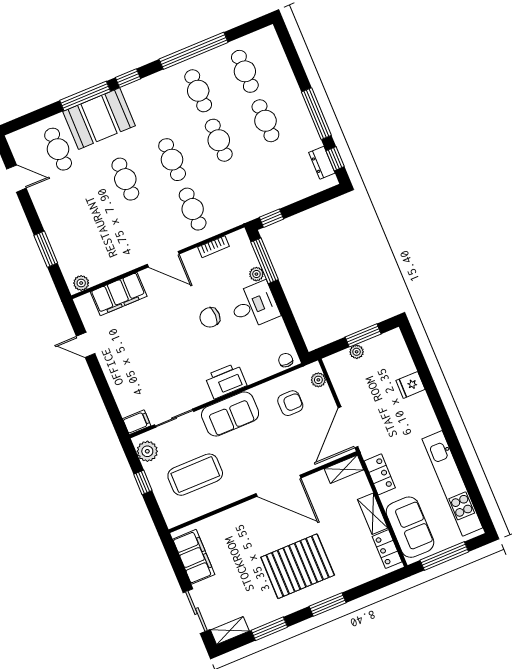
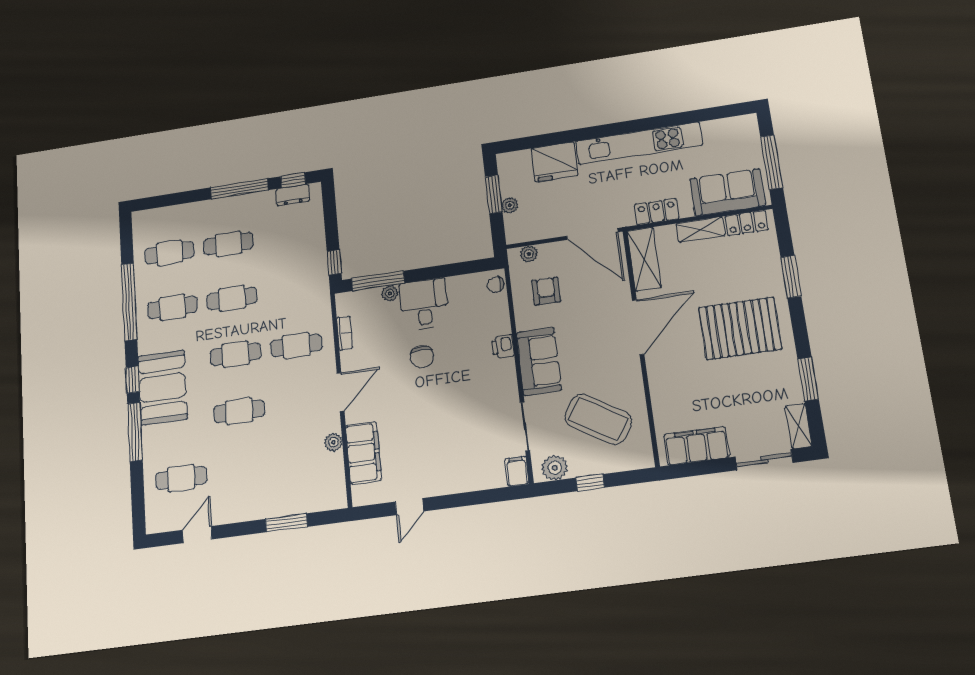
booth: (99, 119) -> (163, 388), moved
plant: (81, 283) -> (333, 442), moved
printer: (226, 381) -> (503, 346), width x0.53, depth x0.68
fridge: (410, 385) -> (555, 162), width x1.88, depth x1.34
shelving: (344, 469) -> (644, 259), width x1.50, depth x1.33
coffee table: (195, 475) -> (598, 419), turned -58
kitchen unit: (452, 483) -> (639, 143), moved
pallet: (298, 566) -> (740, 328), turned 90
window: (328, 604) -> (791, 277), moved

